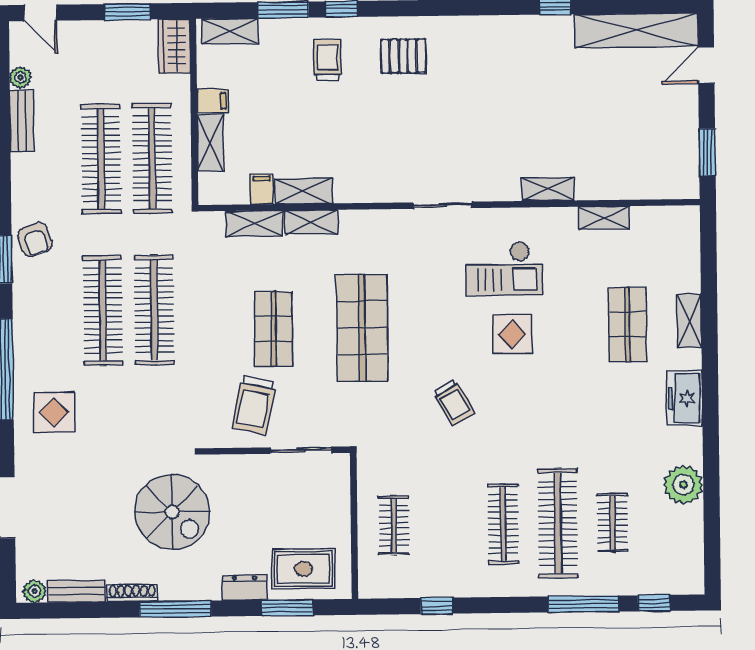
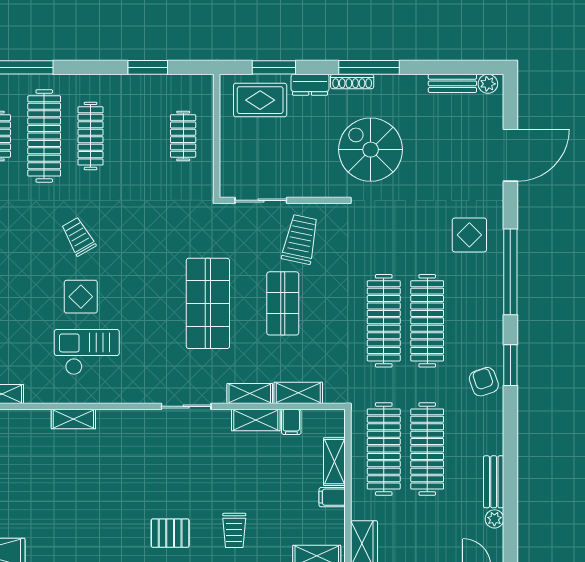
shelving: (548, 189) -> (73, 419), moved
sliding door: (442, 205) -> (186, 406), moved
trolley: (453, 402) -> (78, 237), moved
shoe rack: (132, 593) -> (352, 81), moved
window: (436, 606) -> (148, 67), width x1.50

